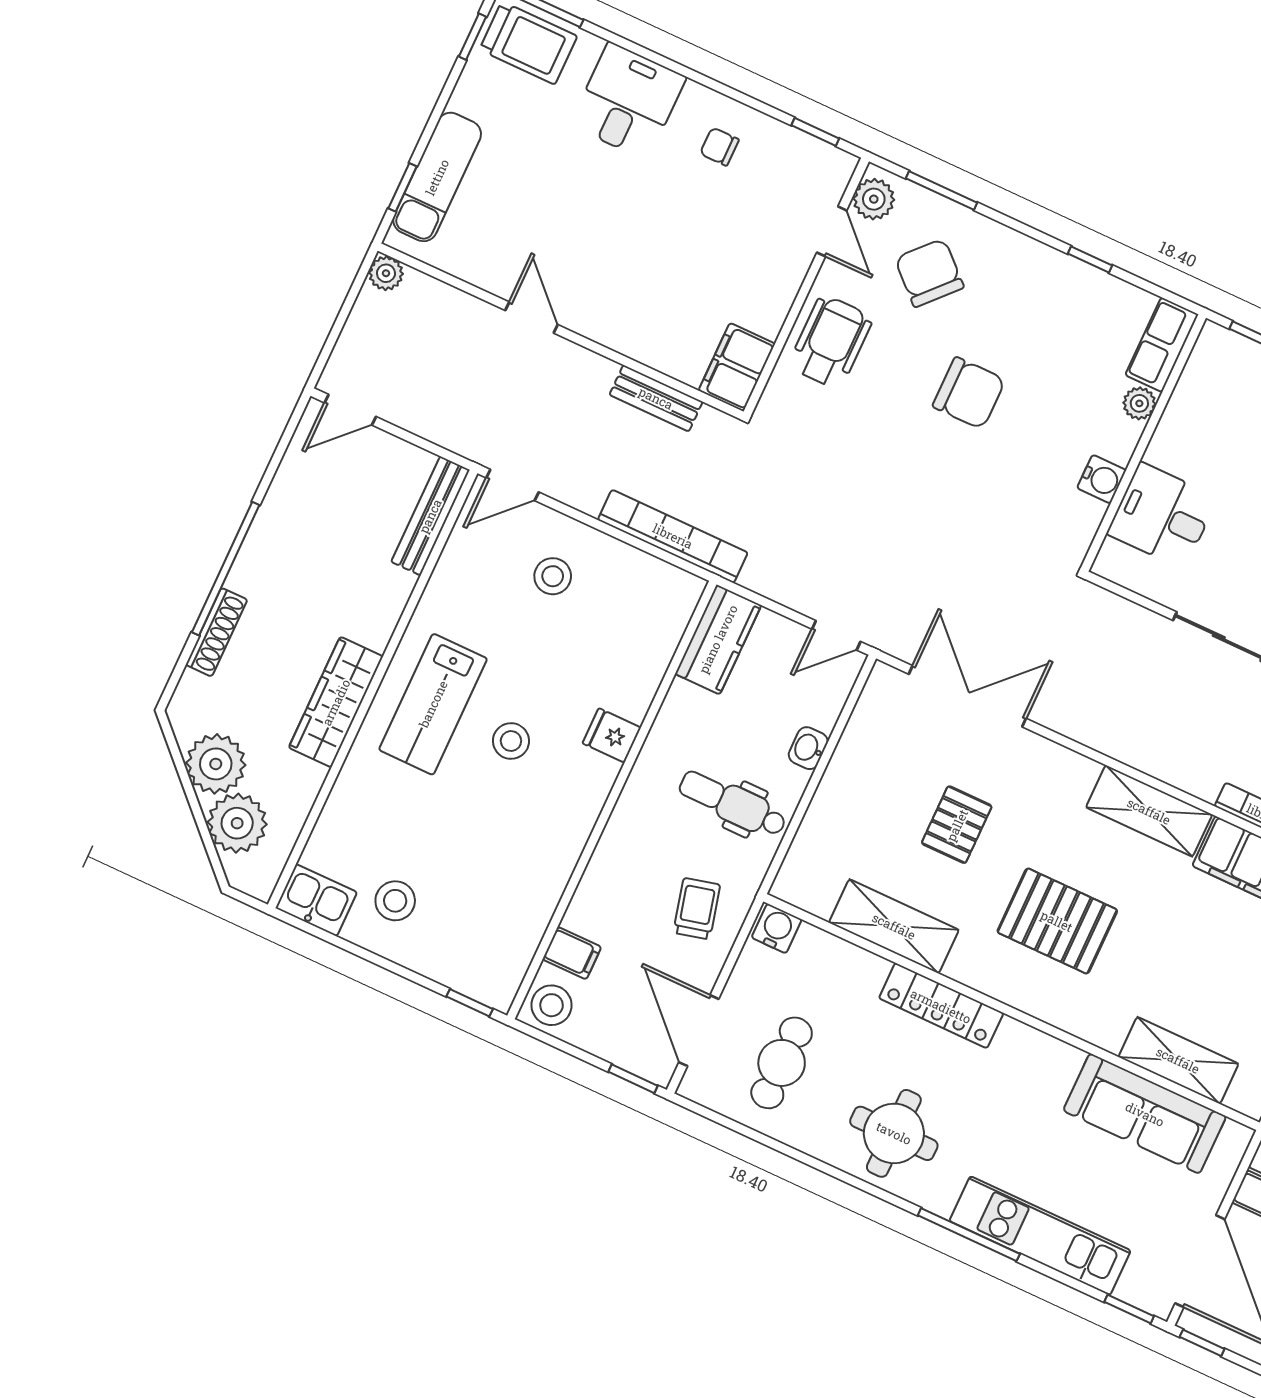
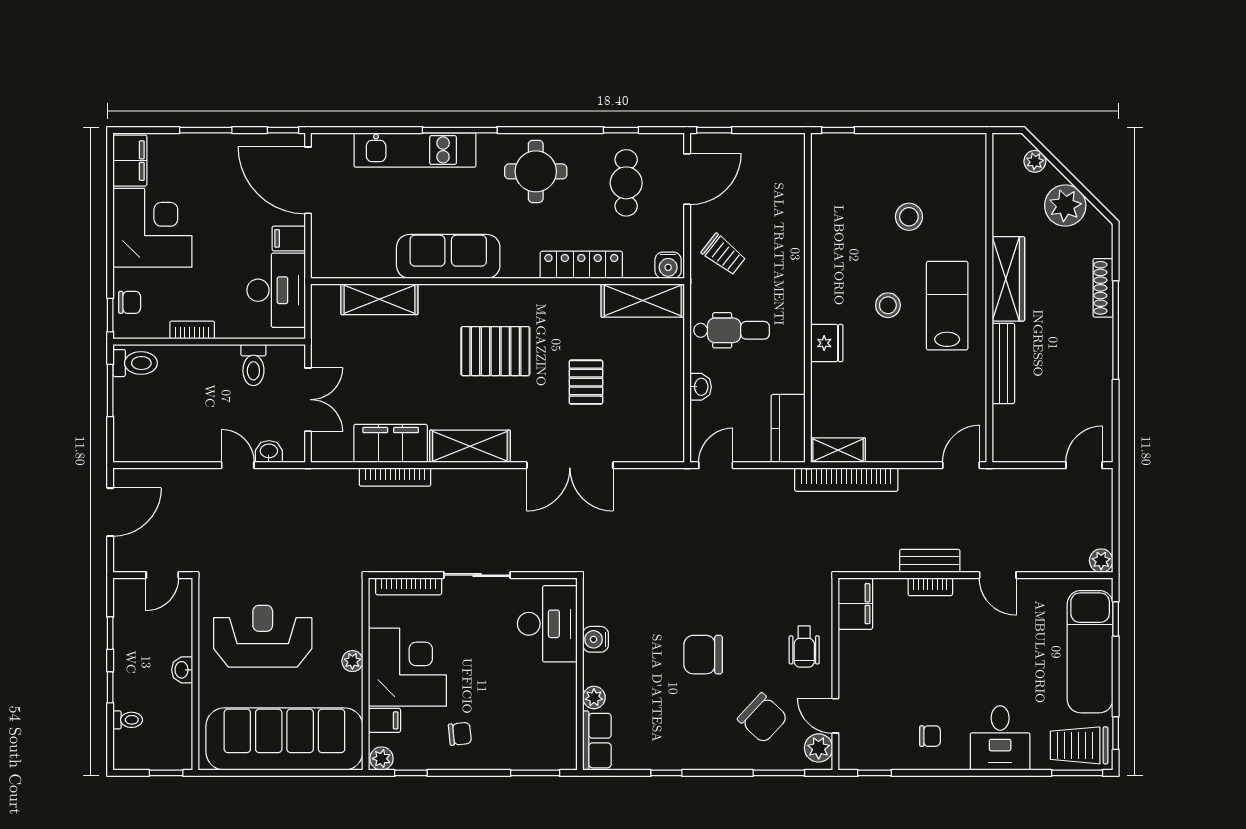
exam couch: (437, 177) -> (1090, 652), width x1.36, depth x1.45
wheelchair: (831, 342) -> (804, 647), width x0.73, depth x0.73
bookcase: (628, 343) -> (930, 587), added
bench: (656, 398) -> (930, 561), moved
bench: (430, 516) -> (1003, 363), moved
desk: (1162, 516) -> (547, 624), width x1.37
stool: (553, 576) -> (910, 420), removed
shelving: (666, 580) -> (838, 450), added
double door: (967, 696) -> (570, 465), moved
fridge: (612, 735) -> (827, 343), width x1.38
plant: (237, 823) -> (1035, 161), width x0.53, depth x0.53
kitchen sink: (316, 900) -> (963, 150), removed
stool: (395, 901) -> (909, 217), moved
trolley: (697, 909) -> (724, 254), turned -38
shelving: (894, 926) -> (643, 301), moved
filing cabinet: (572, 953) -> (789, 191), removed
stool: (552, 1005) -> (786, 152), removed
locker: (941, 1006) -> (581, 265), moved
door: (699, 1031) -> (687, 179), hinge flipped
sofa: (1145, 1114) -> (448, 256), moved
window: (1129, 1309) -> (621, 130), moved

